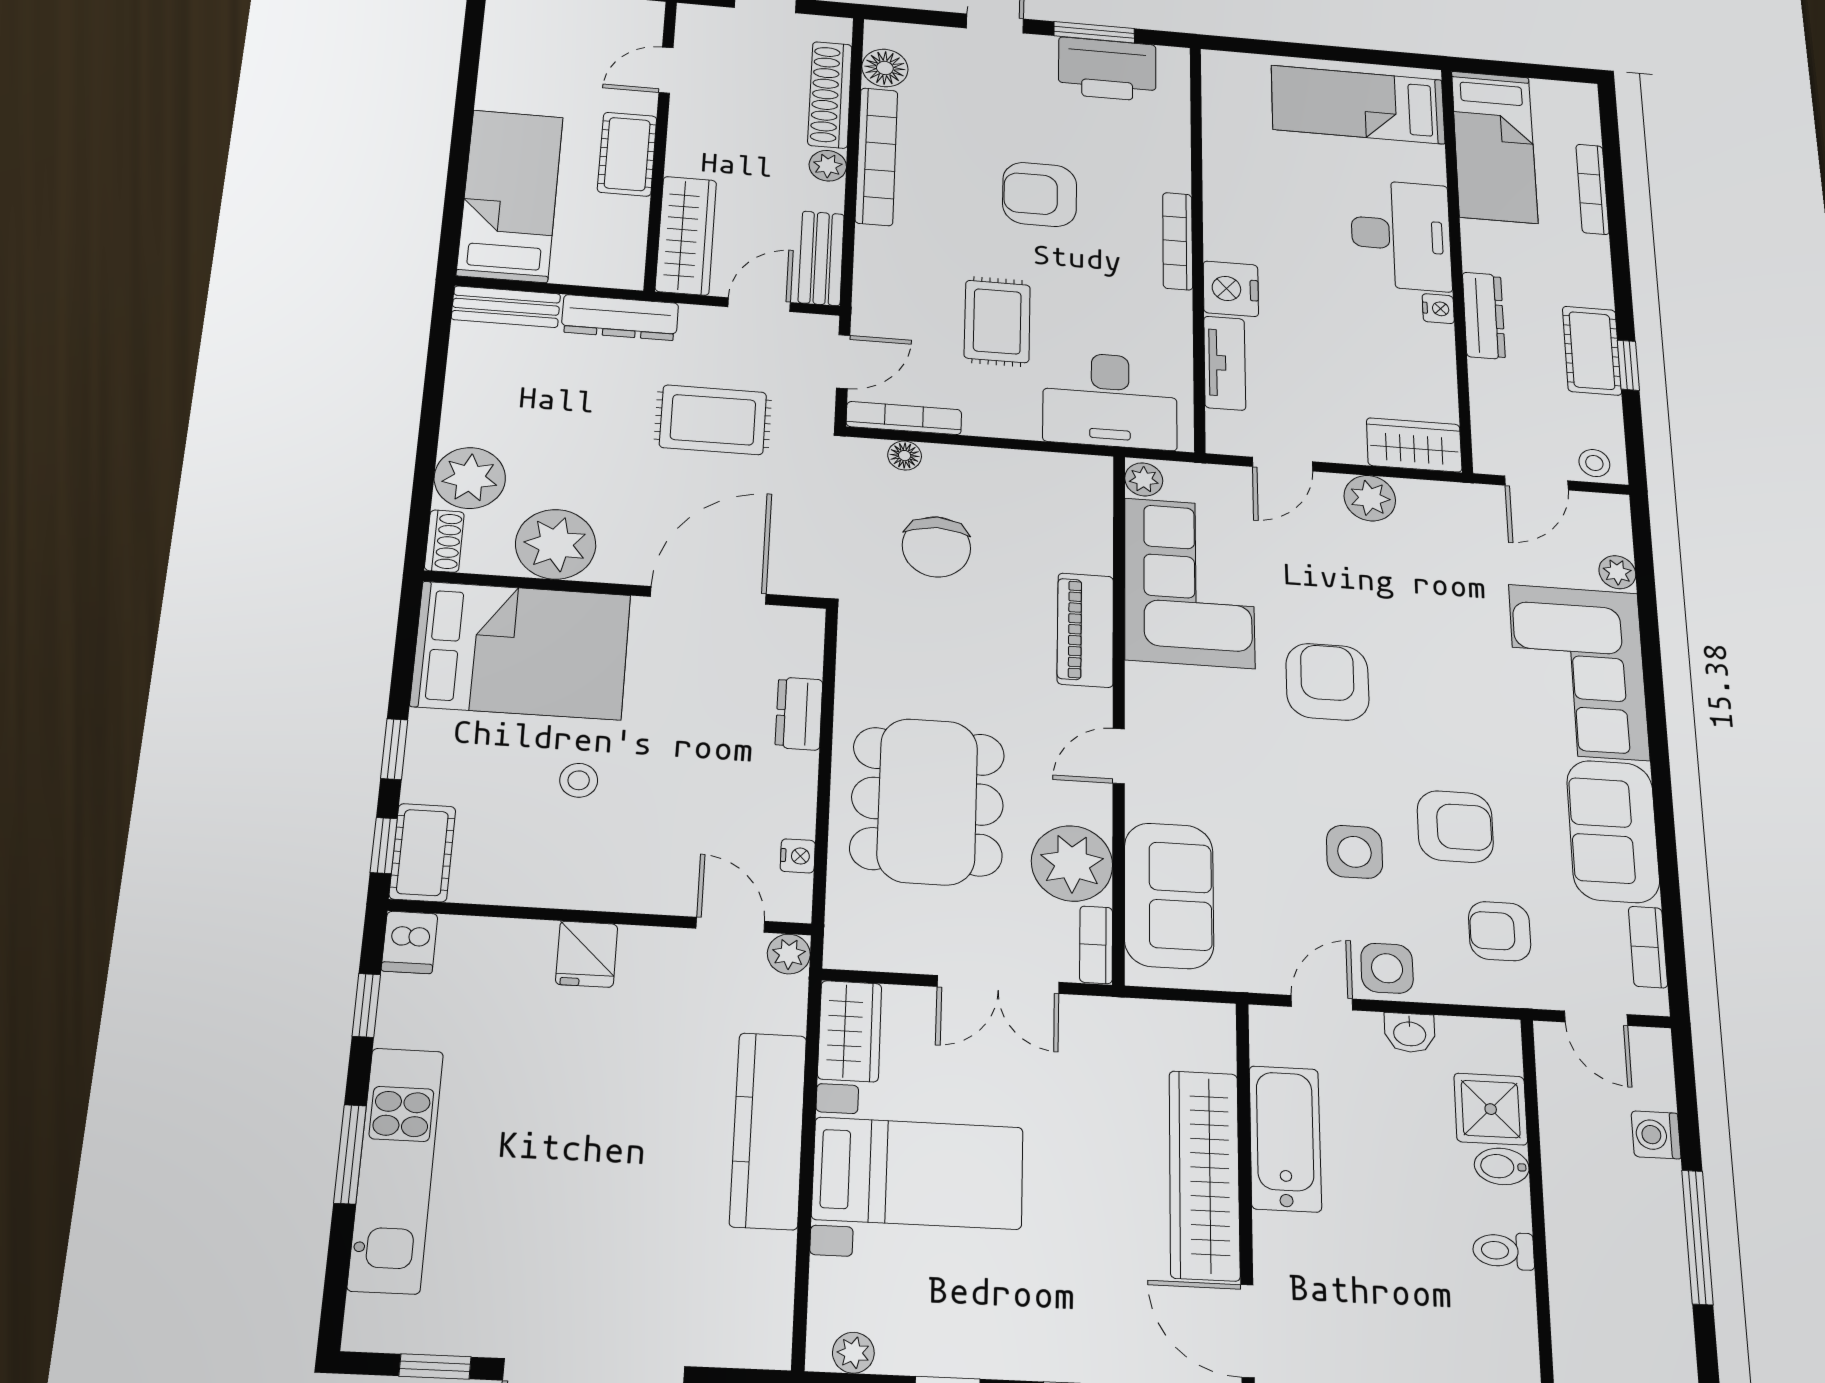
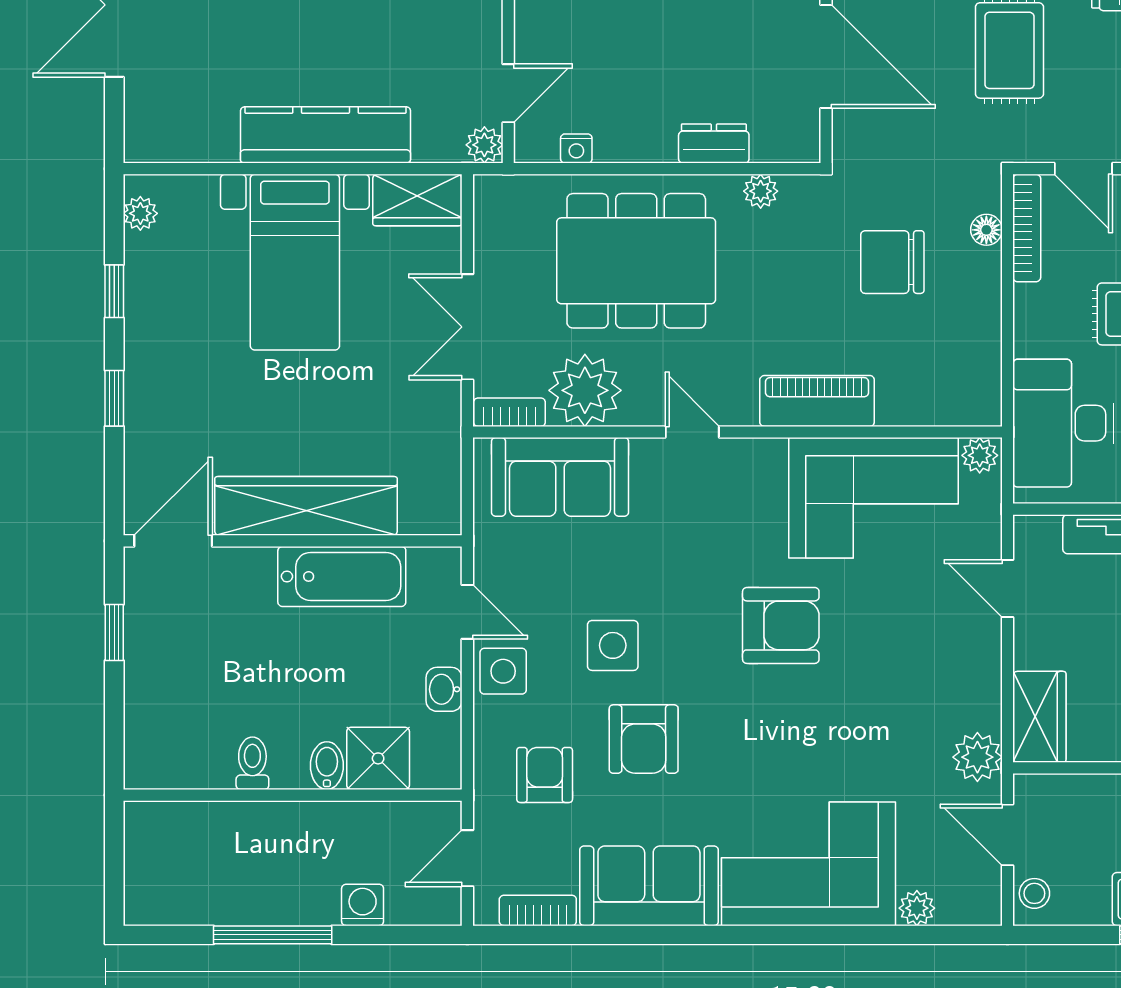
plant: (1370, 498) -> (977, 757), moved
plant: (854, 670) -> (761, 191), added

